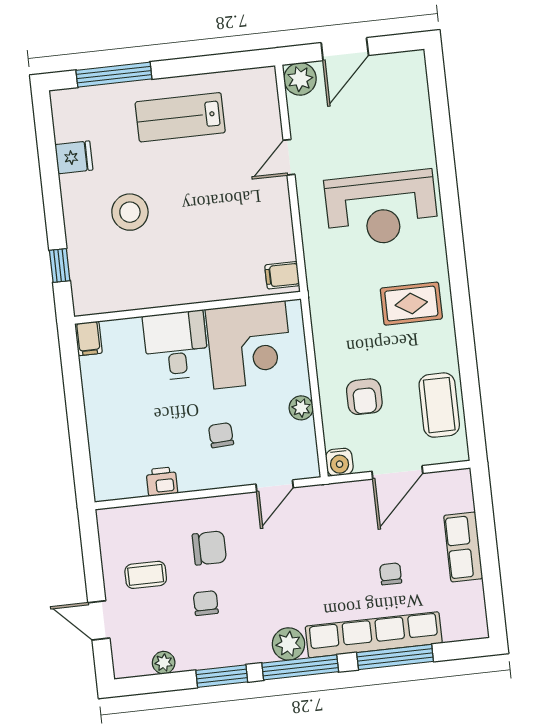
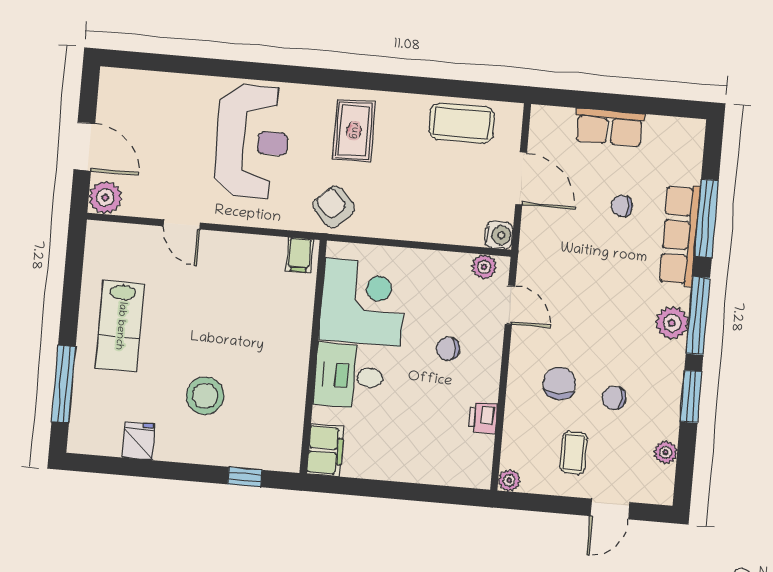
filing cabinet: (88, 338) -> (325, 450), width x2.00
armchair: (364, 397) -> (334, 207), moved, turned -133
plant: (301, 408) -> (484, 267), moved
plant: (107, 519) -> (509, 480), added
row of seats: (374, 635) -> (680, 235), width x0.73

